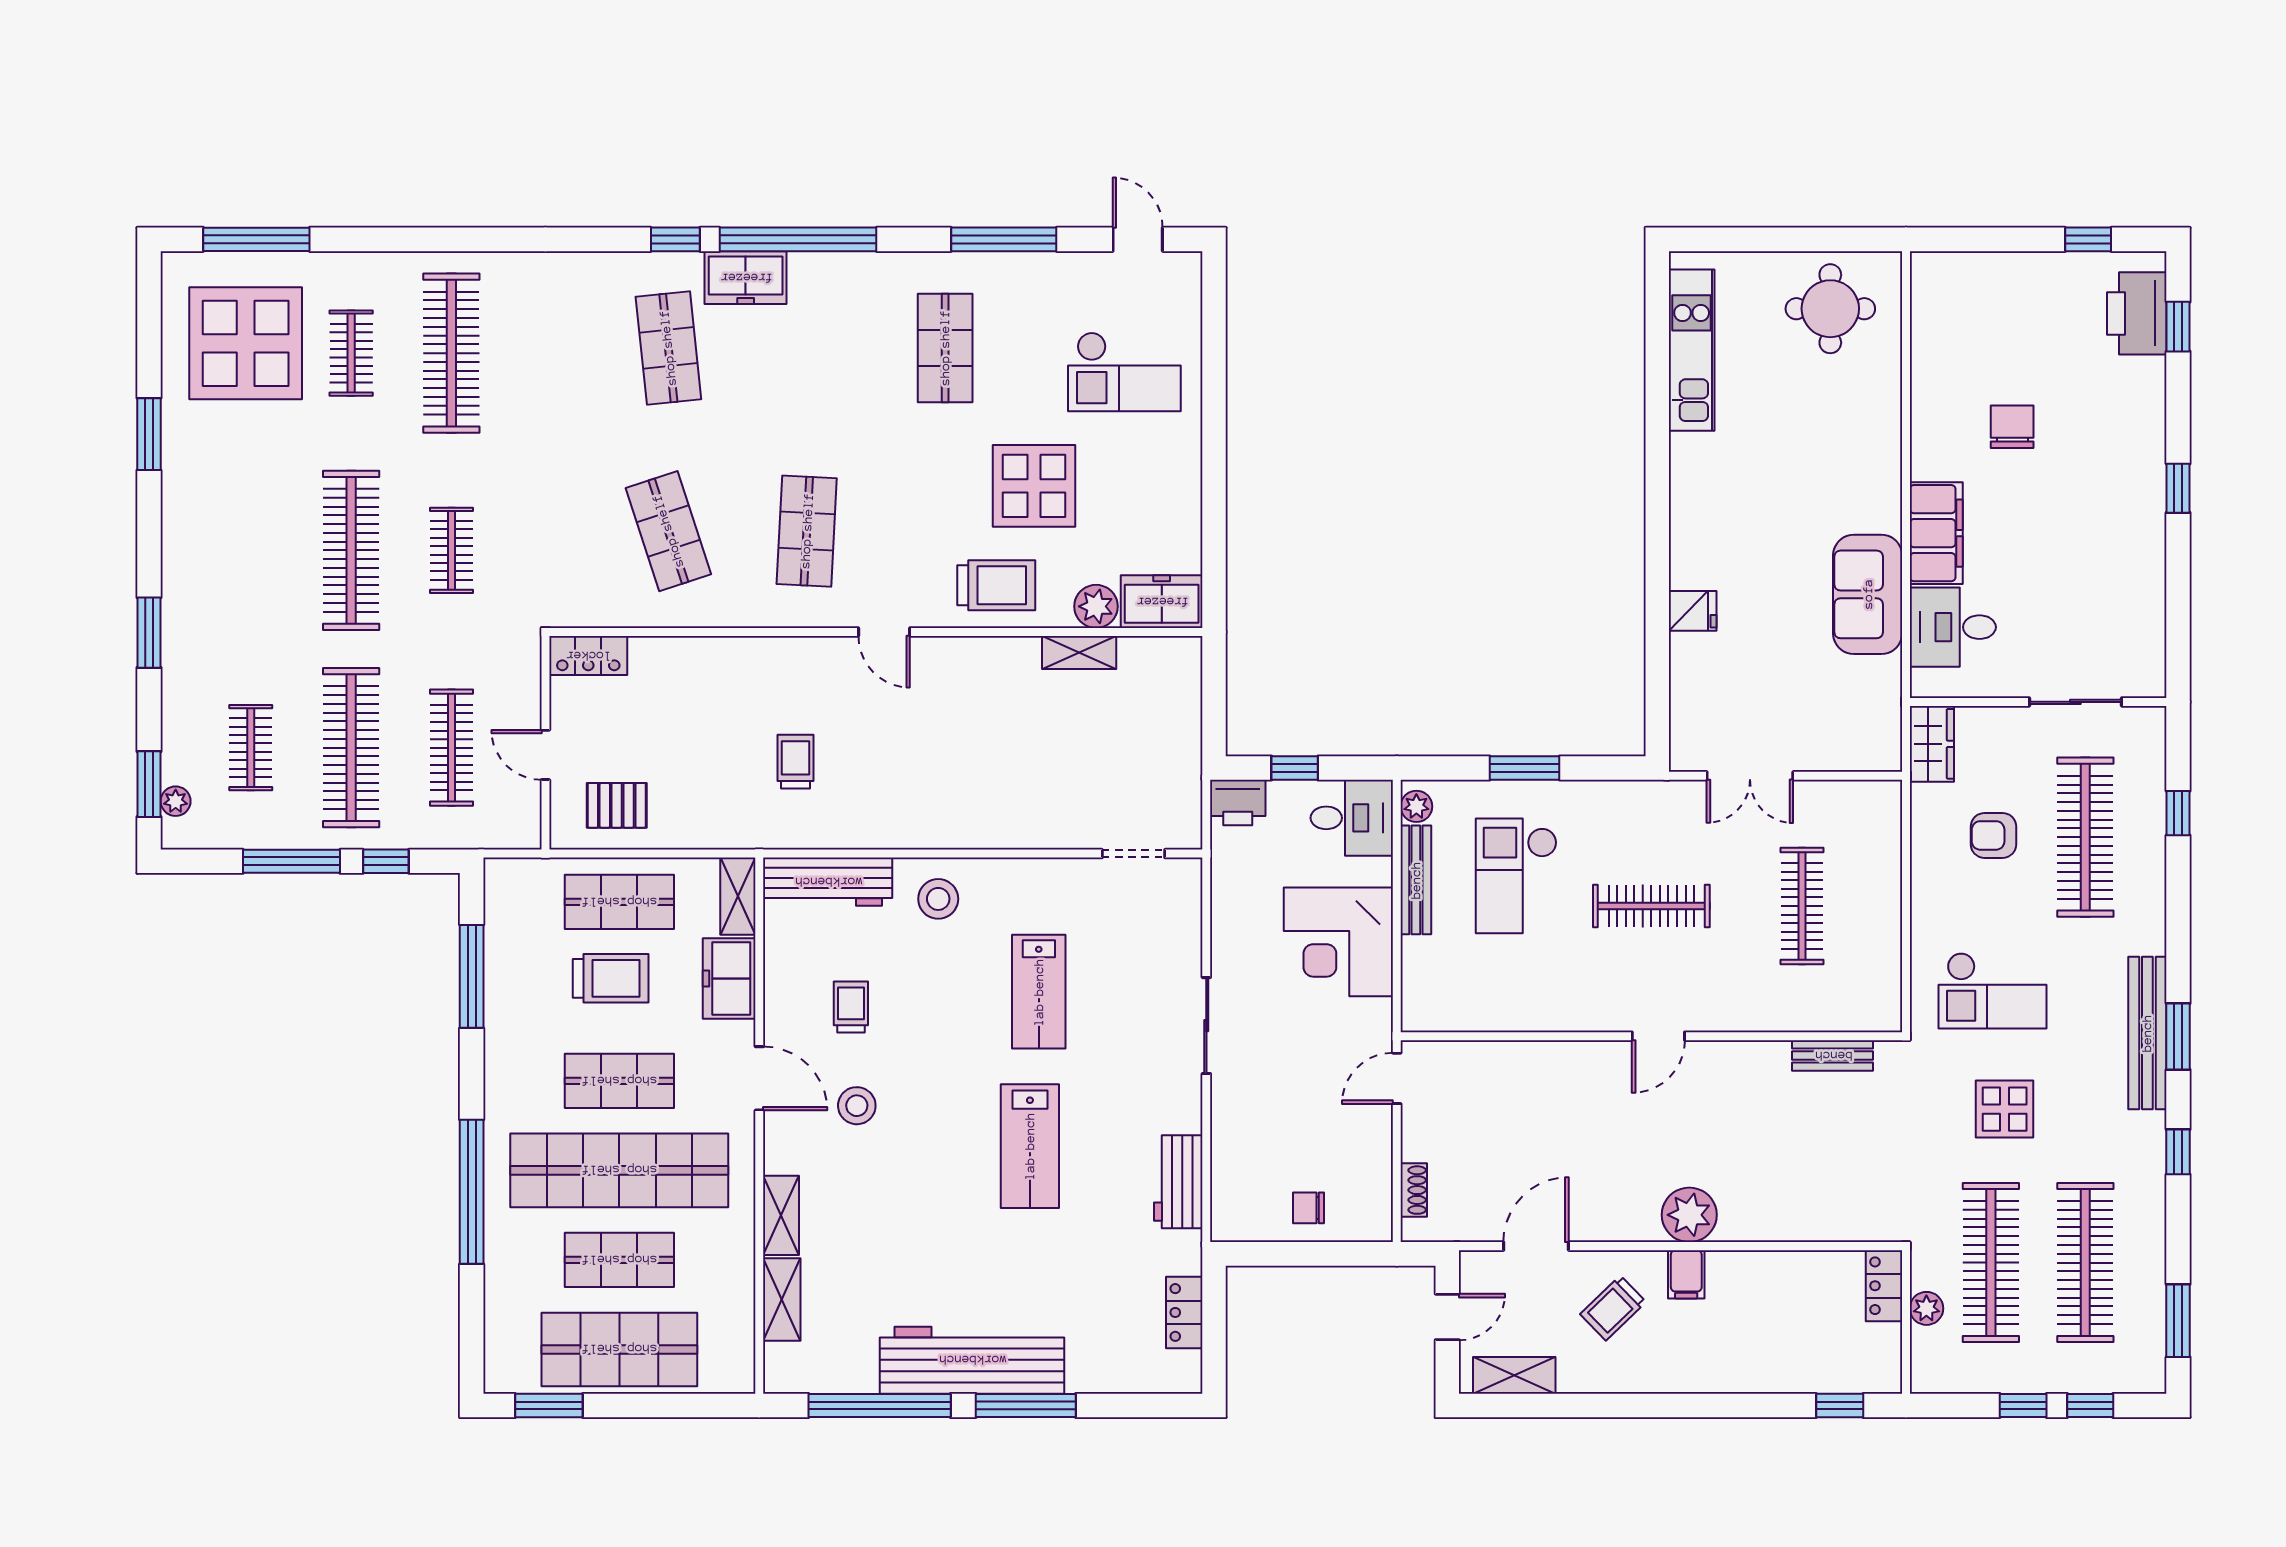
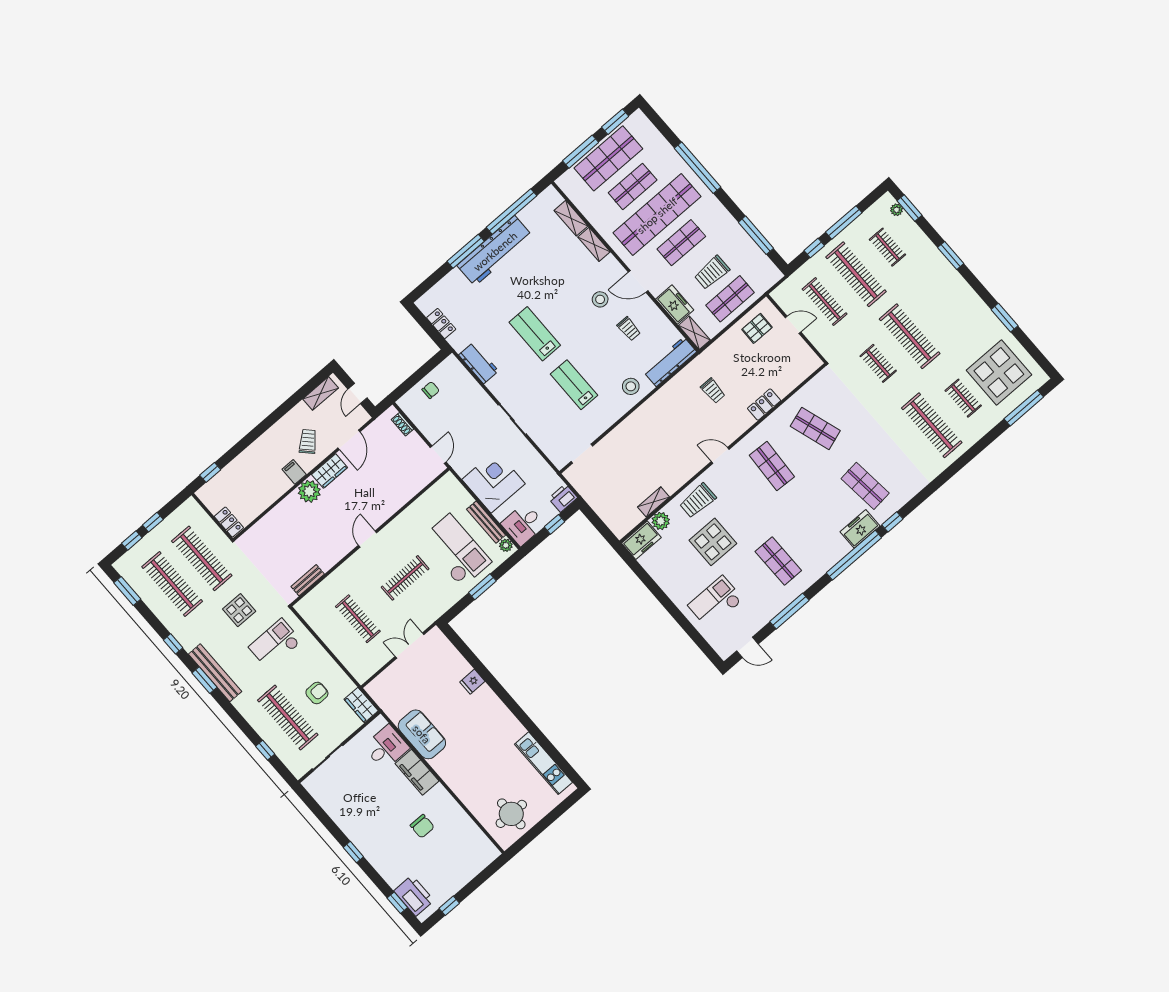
locker: (588, 656) -> (764, 405), moved
checkout: (1516, 876) -> (456, 551), width x1.36, depth x1.21
wardrobe: (1620, 1220) -> (330, 471), added
plant: (1926, 1308) -> (209, 526), removed
window: (659, 1406) -> (581, 152), added

